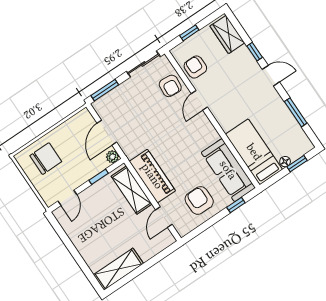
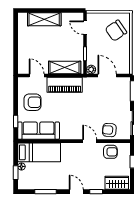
door: (271, 76) -> (76, 192), swing flipped
chair: (46, 159) -> (116, 31), turned 56
shelving: (118, 269) -> (44, 19), moved, turned 90

